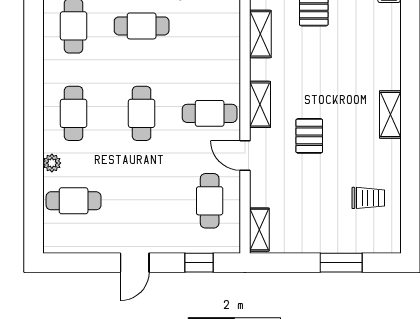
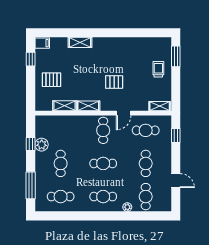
shelving: (260, 104) -> (88, 106), moved
shelving: (390, 115) -> (80, 42), moved
trolley: (368, 198) -> (158, 69), moved
cafe table: (142, 201) -> (146, 163), added
door: (135, 263) -> (176, 181), moved
window: (341, 263) -> (176, 56), moved

